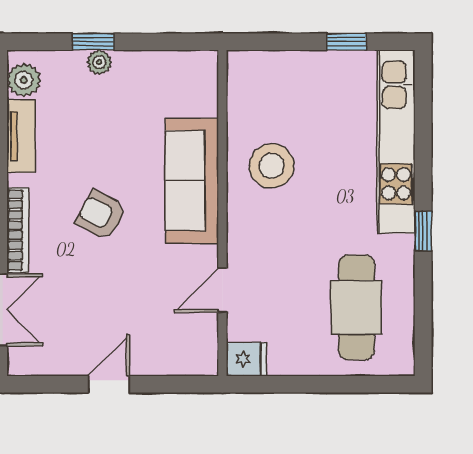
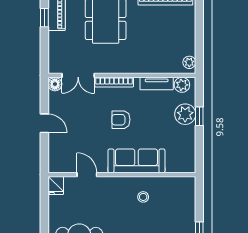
plant: (99, 62) -> (185, 114), width x1.87, depth x1.87
stool: (272, 166) -> (143, 197), width x0.53, depth x0.53
armchair: (101, 215) -> (121, 120), turned -118
floor lamp: (22, 361) -> (55, 84), added

